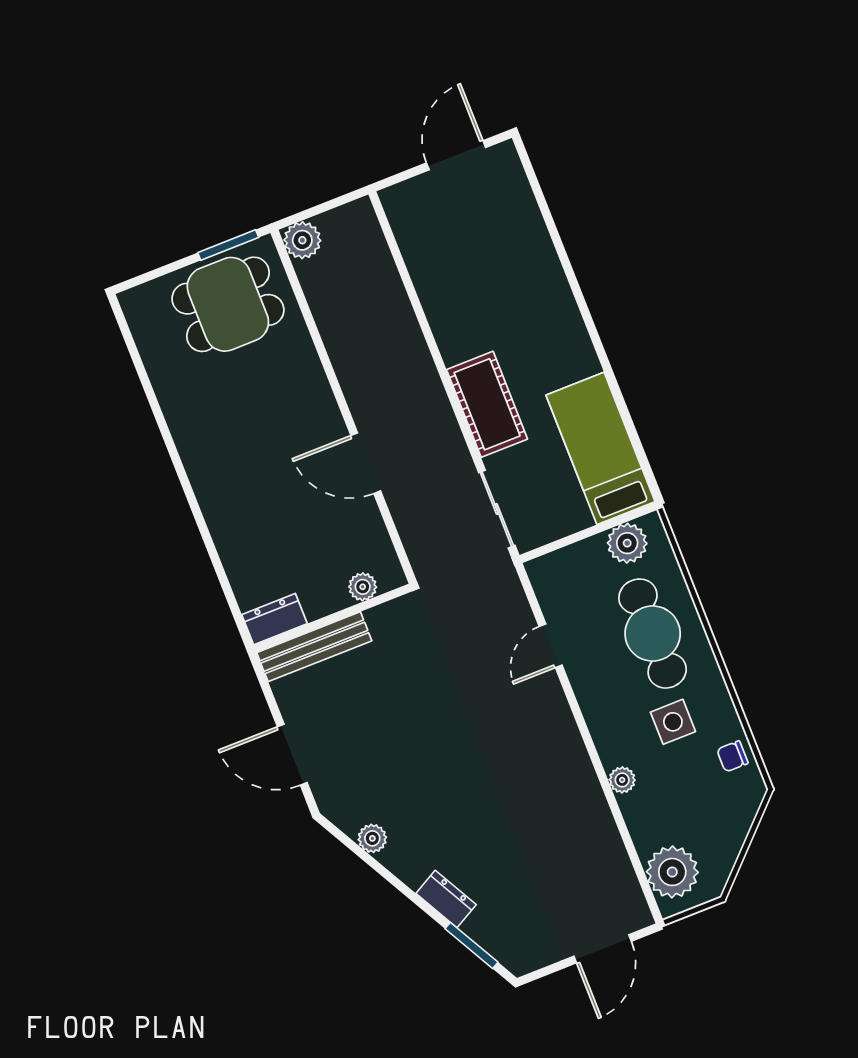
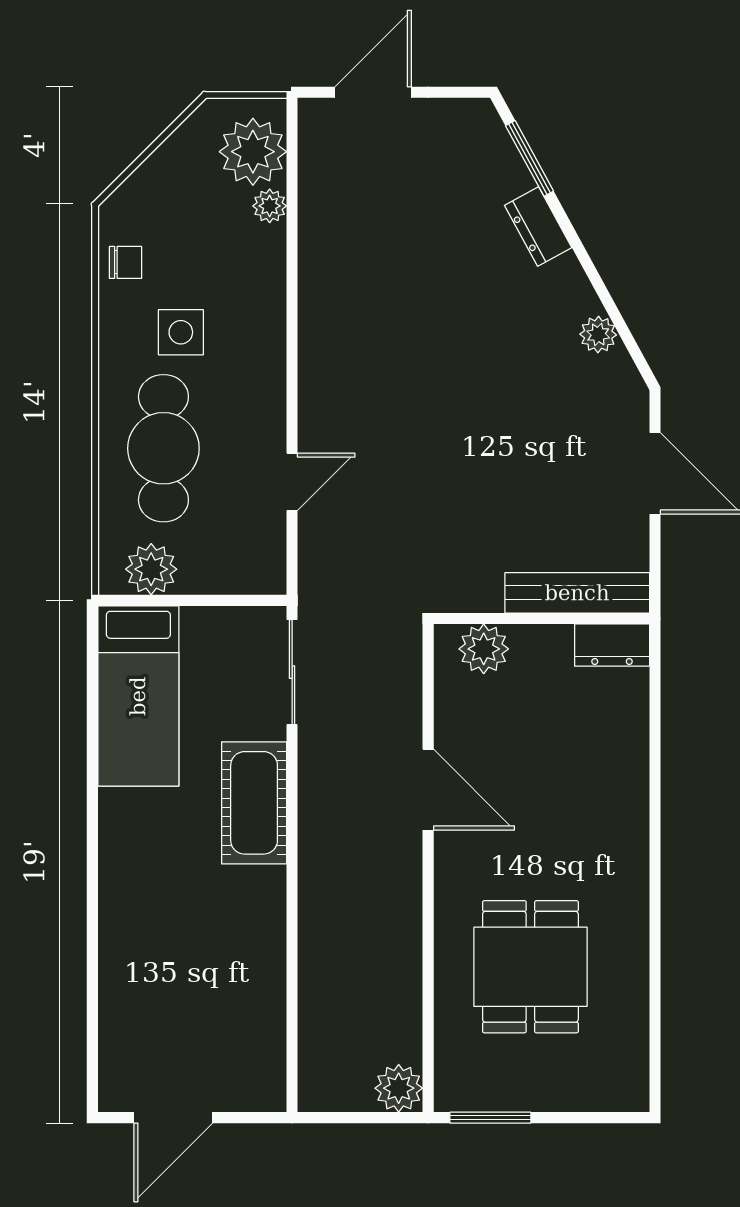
dining table: (228, 304) -> (530, 967), moved, turned 90
plant: (363, 587) -> (484, 649), width x1.38, depth x1.38
plant: (622, 780) -> (270, 206), moved

